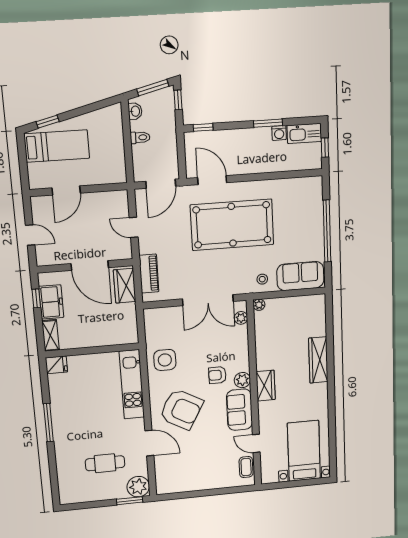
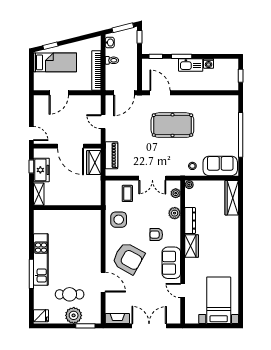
window: (268, 123) -> (182, 56), moved
kitchen sink: (304, 133) -> (191, 65), moved
bookcase: (118, 154) -> (96, 71), added
pool table: (232, 225) -> (172, 125), width x0.73, depth x0.76
door: (30, 235) -> (31, 133), moved
double door: (208, 300) -> (152, 178), width x0.73
dresser: (262, 353) -> (190, 221), added
wardrobe: (318, 360) -> (232, 198), moved
fridge: (56, 365) -> (41, 316), moved
plant: (242, 380) -> (175, 213), moved
kitchen unit: (132, 384) -> (41, 259), moved, turned 180
window: (48, 423) -> (31, 274), moved
coffee table: (246, 467) -> (127, 193), moved
plant: (138, 487) -> (74, 315), moved
fireplace: (172, 487) -> (117, 319), added
double door: (214, 492) -> (149, 326), added

